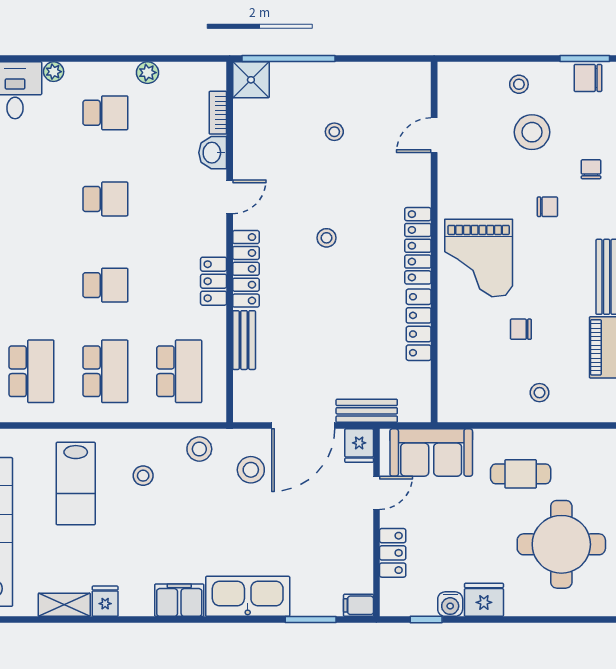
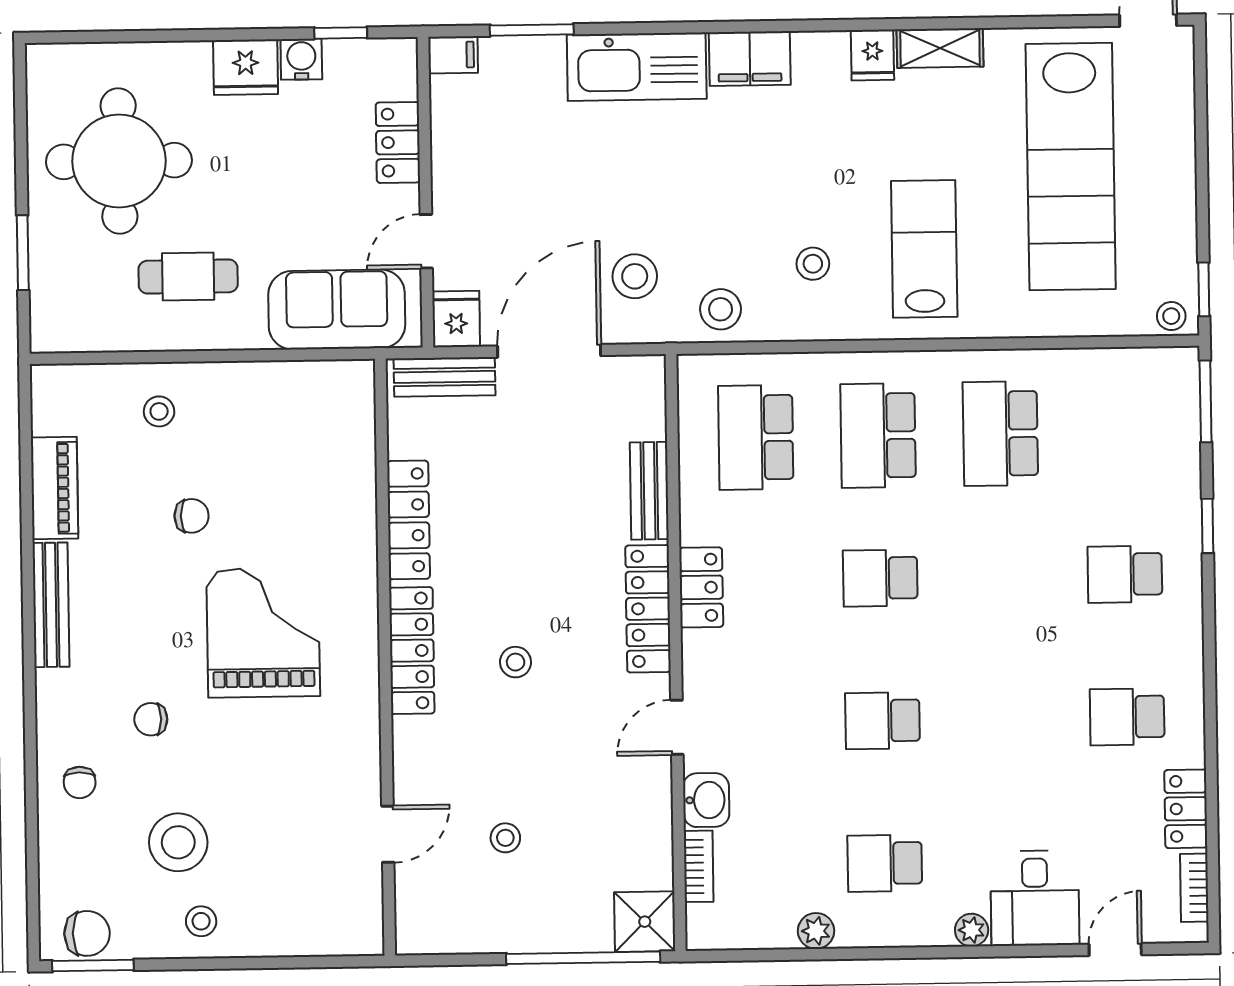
door: (434, 135) -> (388, 834), moved
wall: (434, 242) -> (385, 657), moved
locker: (418, 246) -> (412, 651), moved
locker: (419, 325) -> (409, 520), moved

